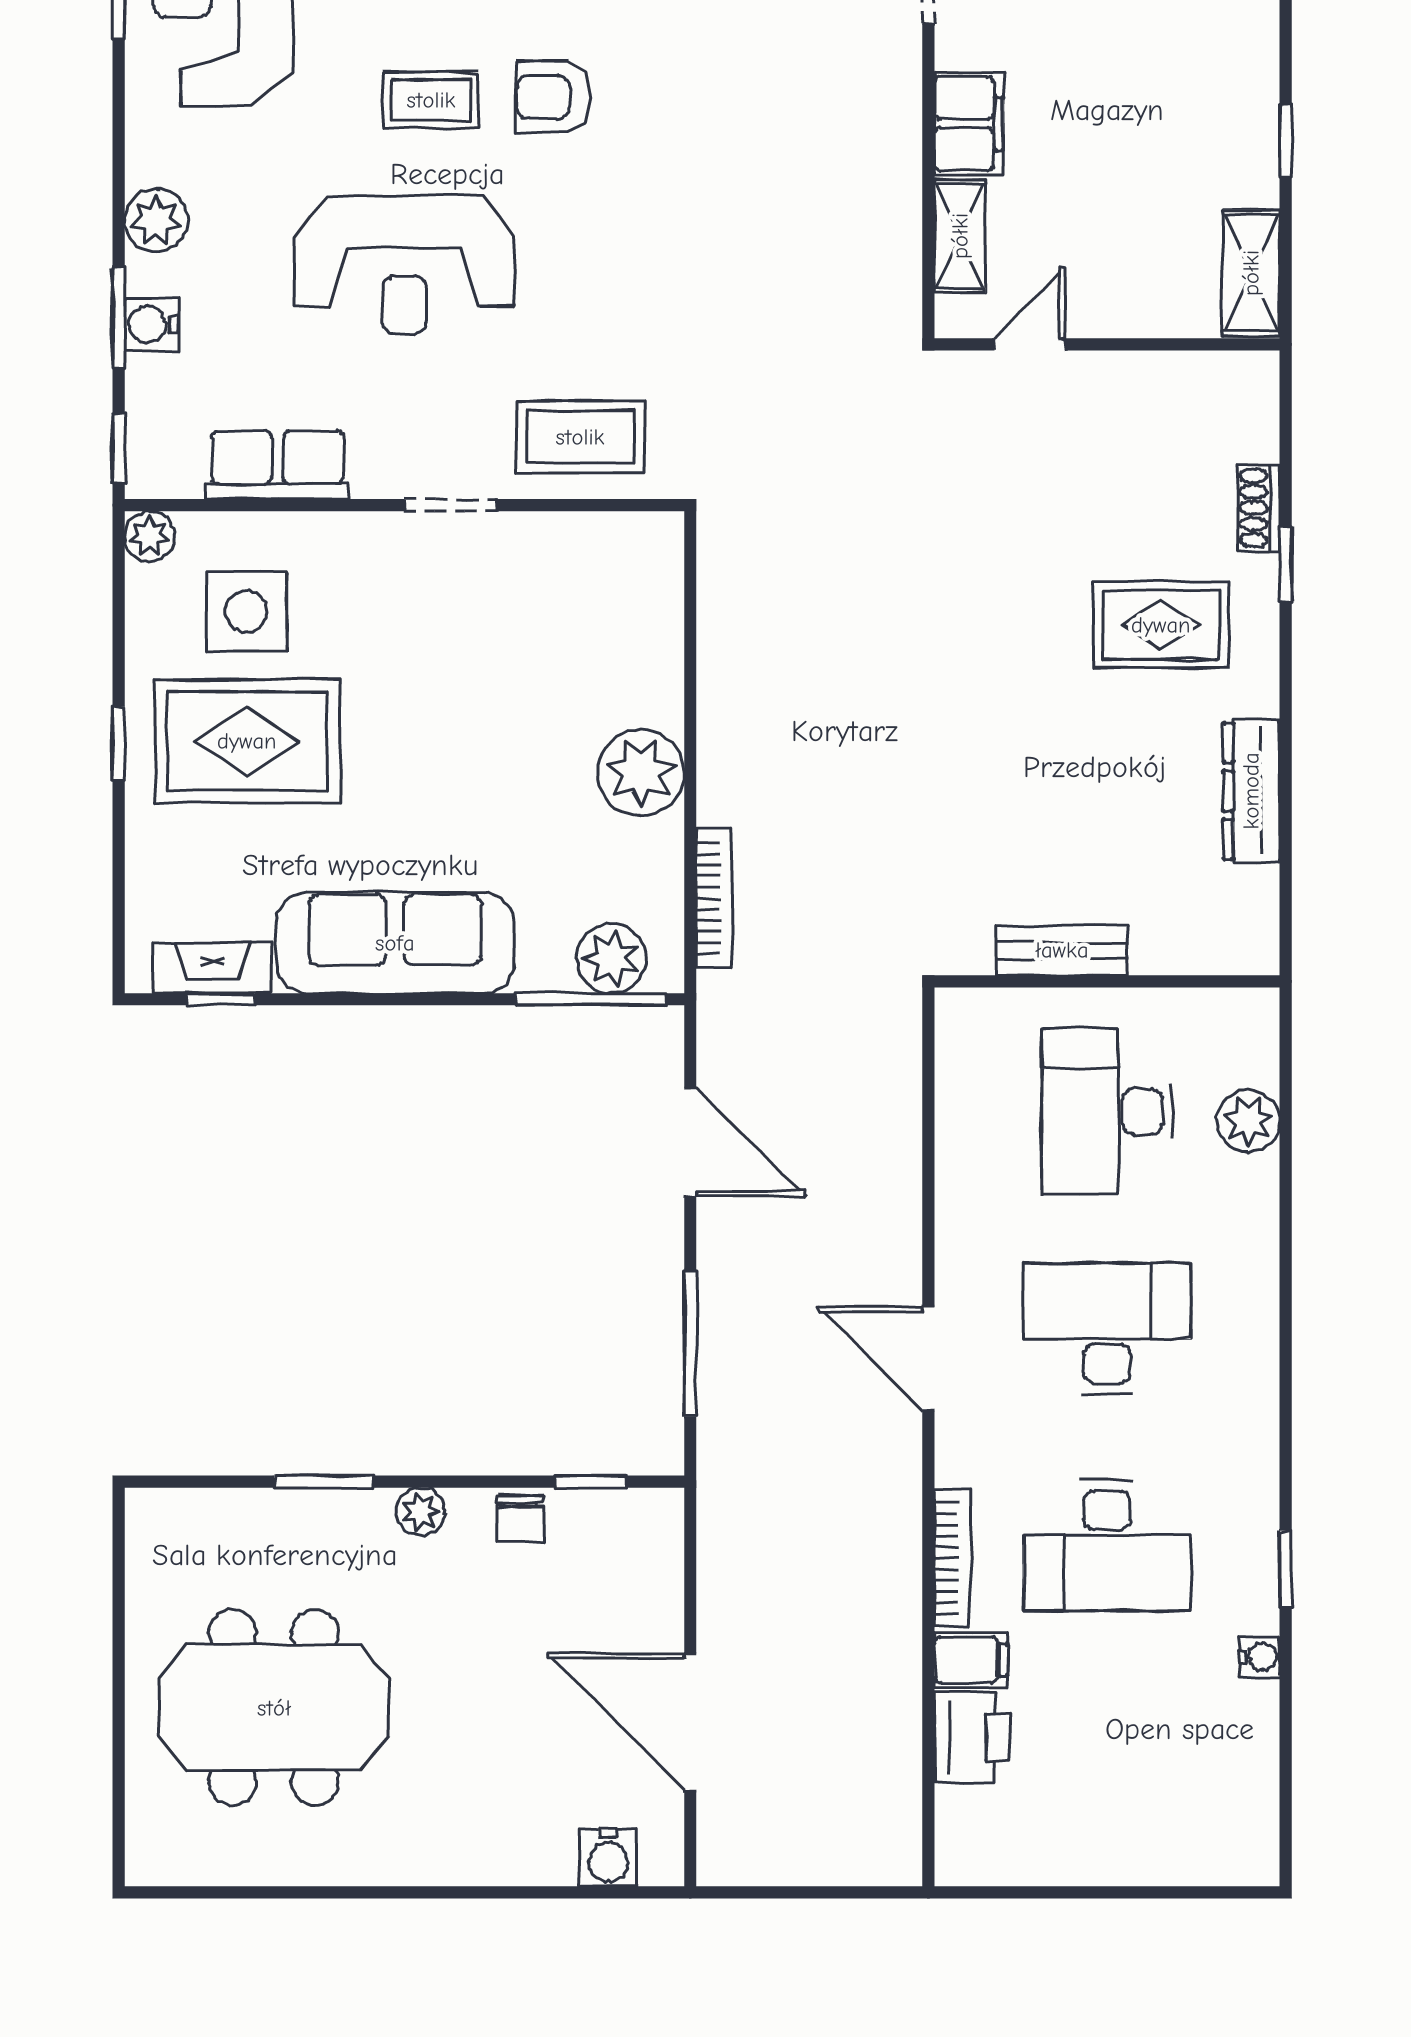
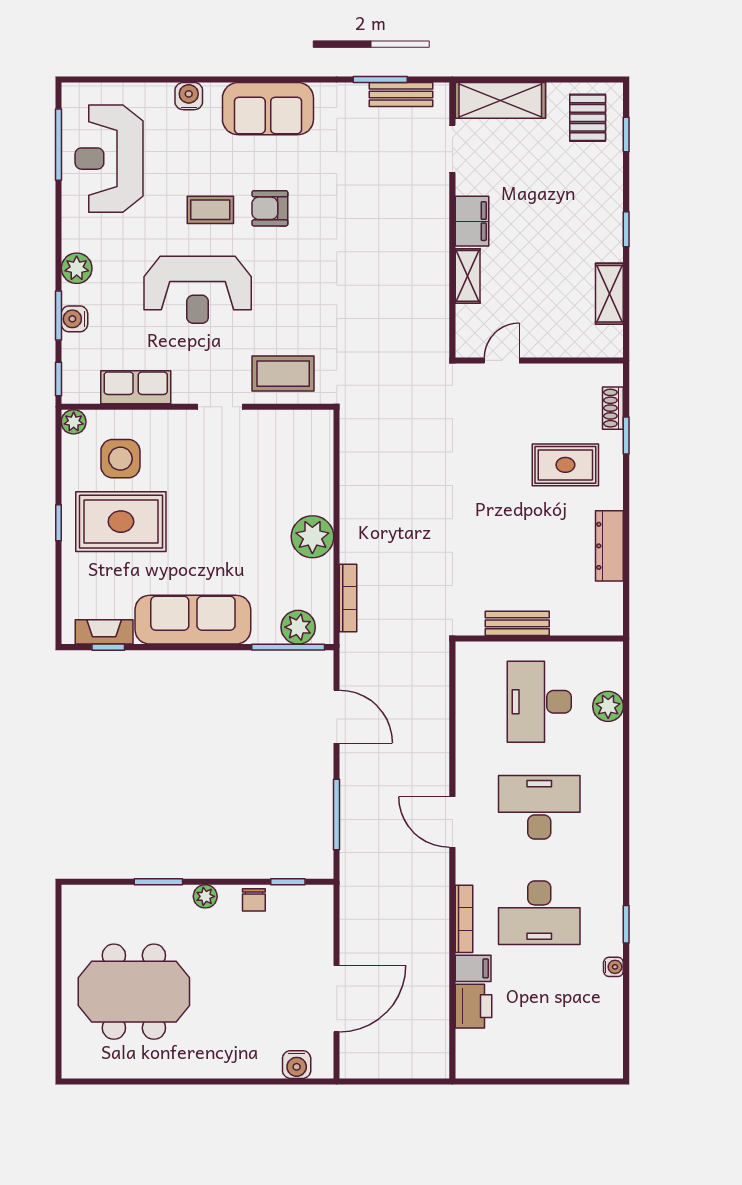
door: (1030, 344) -> (502, 360), moved
wall: (1107, 344) -> (539, 360), moved
door: (690, 1722) -> (337, 999), swing flipped

